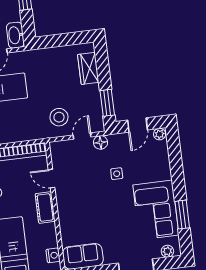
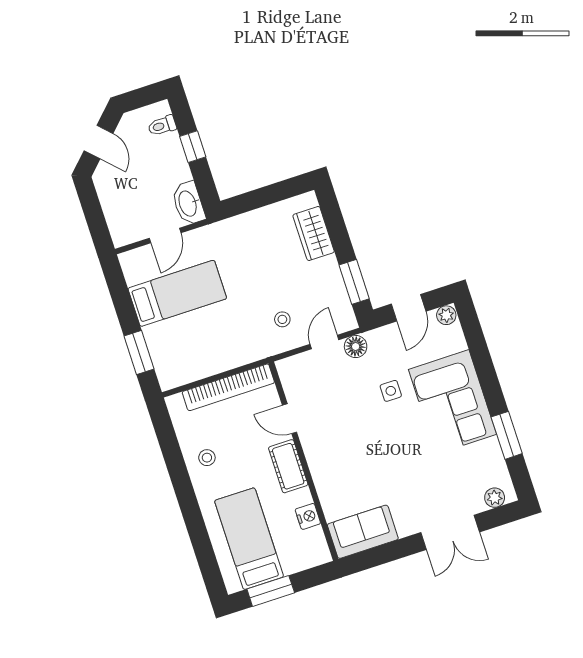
stool: (59, 117) -> (282, 319), width x0.53, depth x0.53
corner sofa: (156, 210) -> (452, 402), moved
nightstand: (53, 255) -> (308, 516), moved

